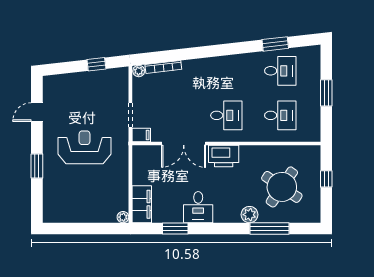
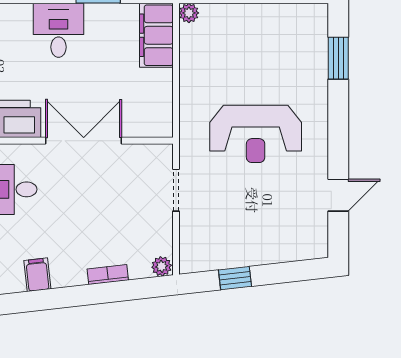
bookcase: (163, 67) -> (108, 275), width x0.64
filing cabinet: (141, 135) -> (37, 275), moved, turned 84
window: (37, 166) -> (338, 58), moved

